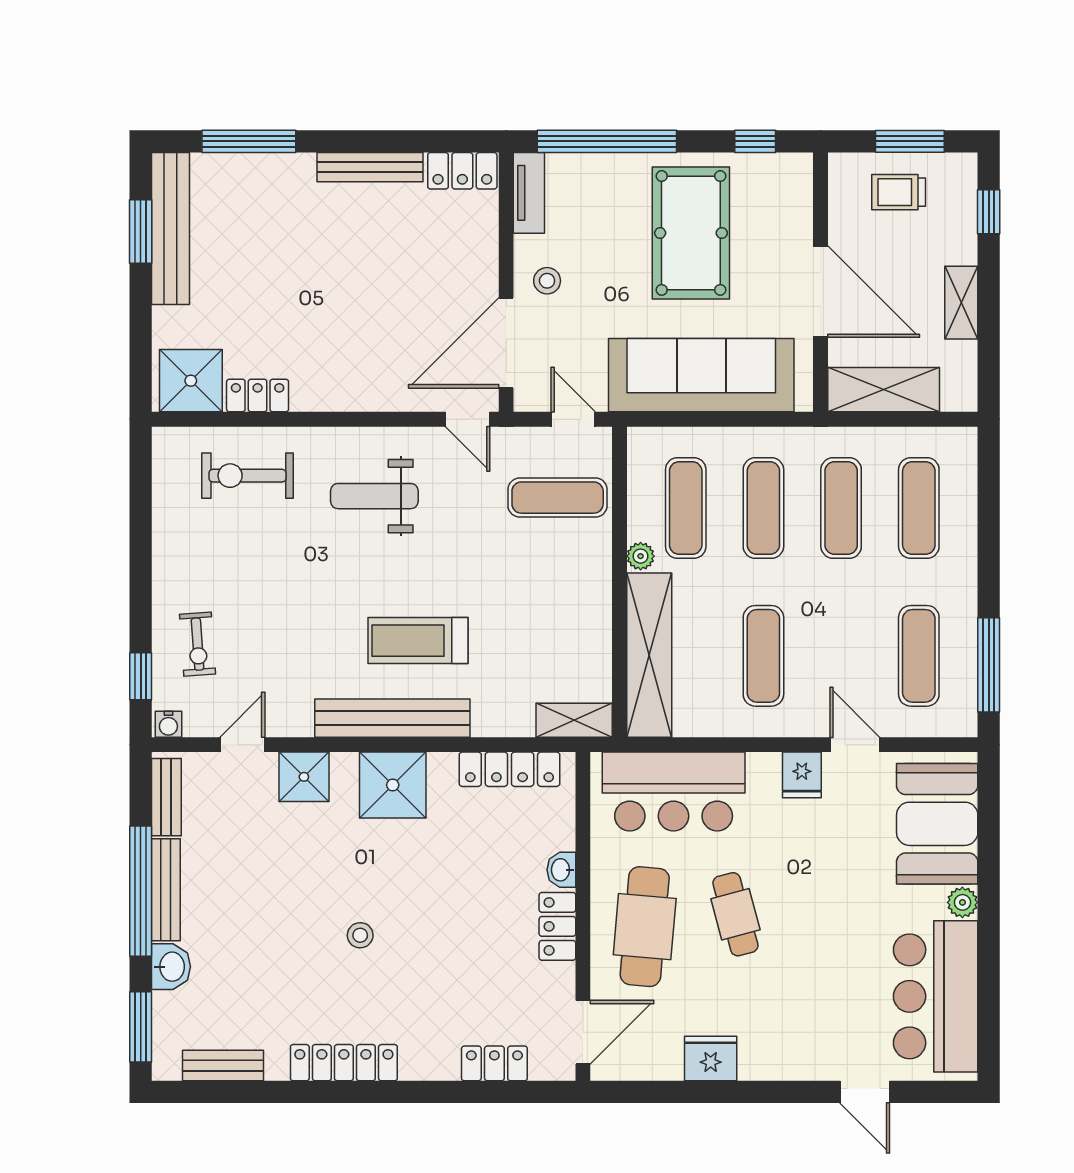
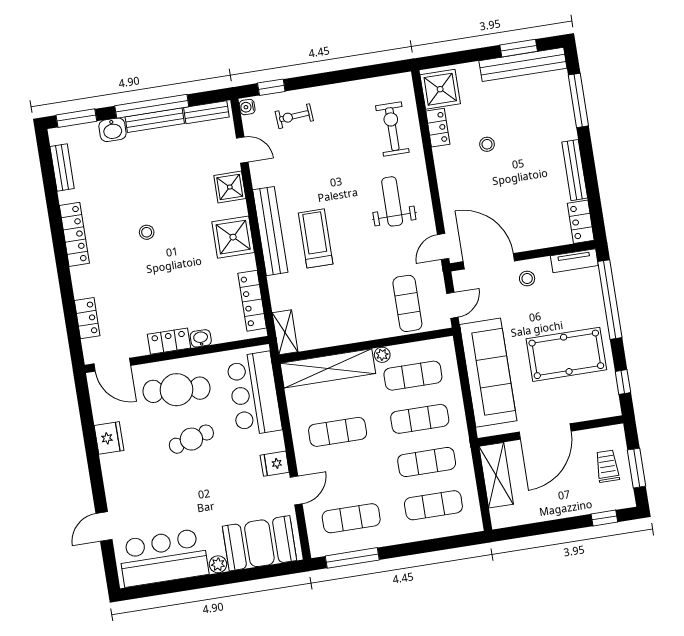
shelving: (961, 303) -> (551, 511), removed
stool: (300, 314) -> (487, 144), added

